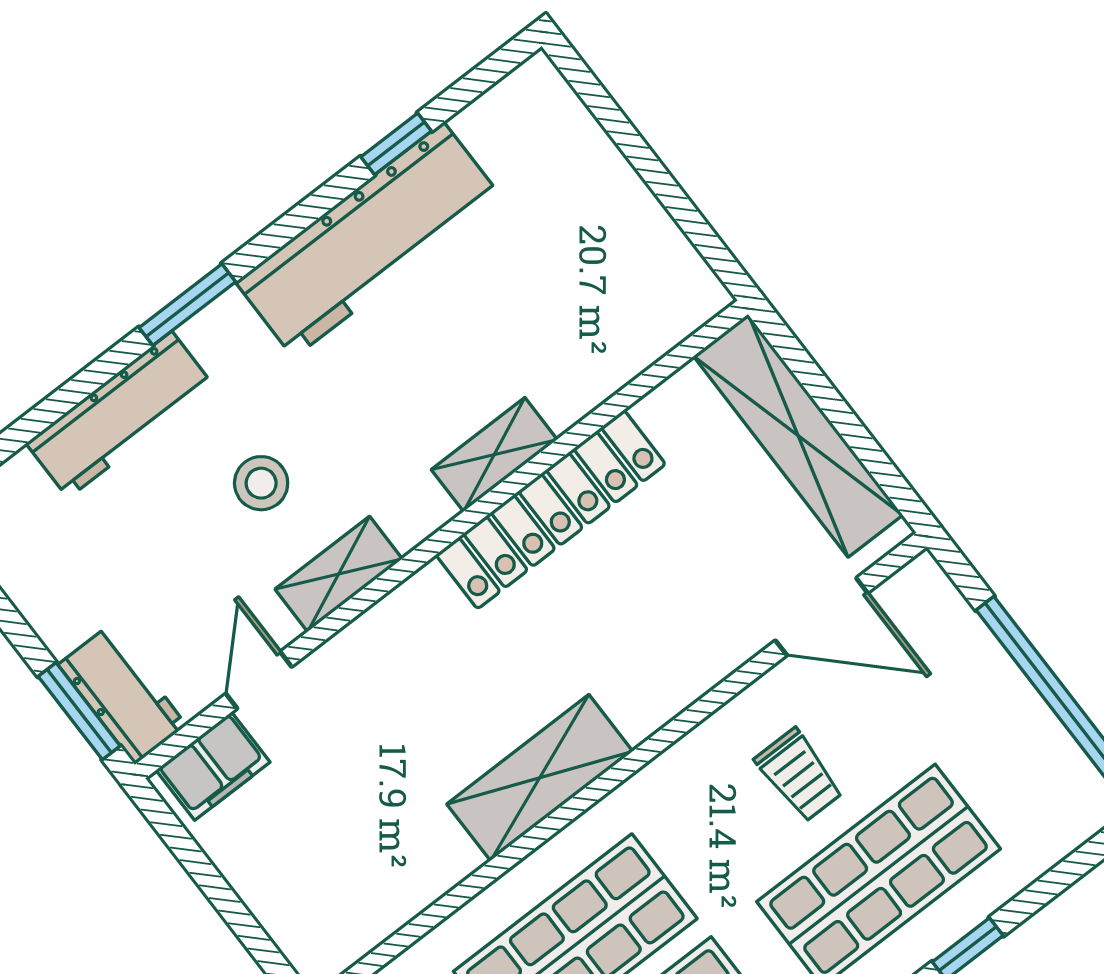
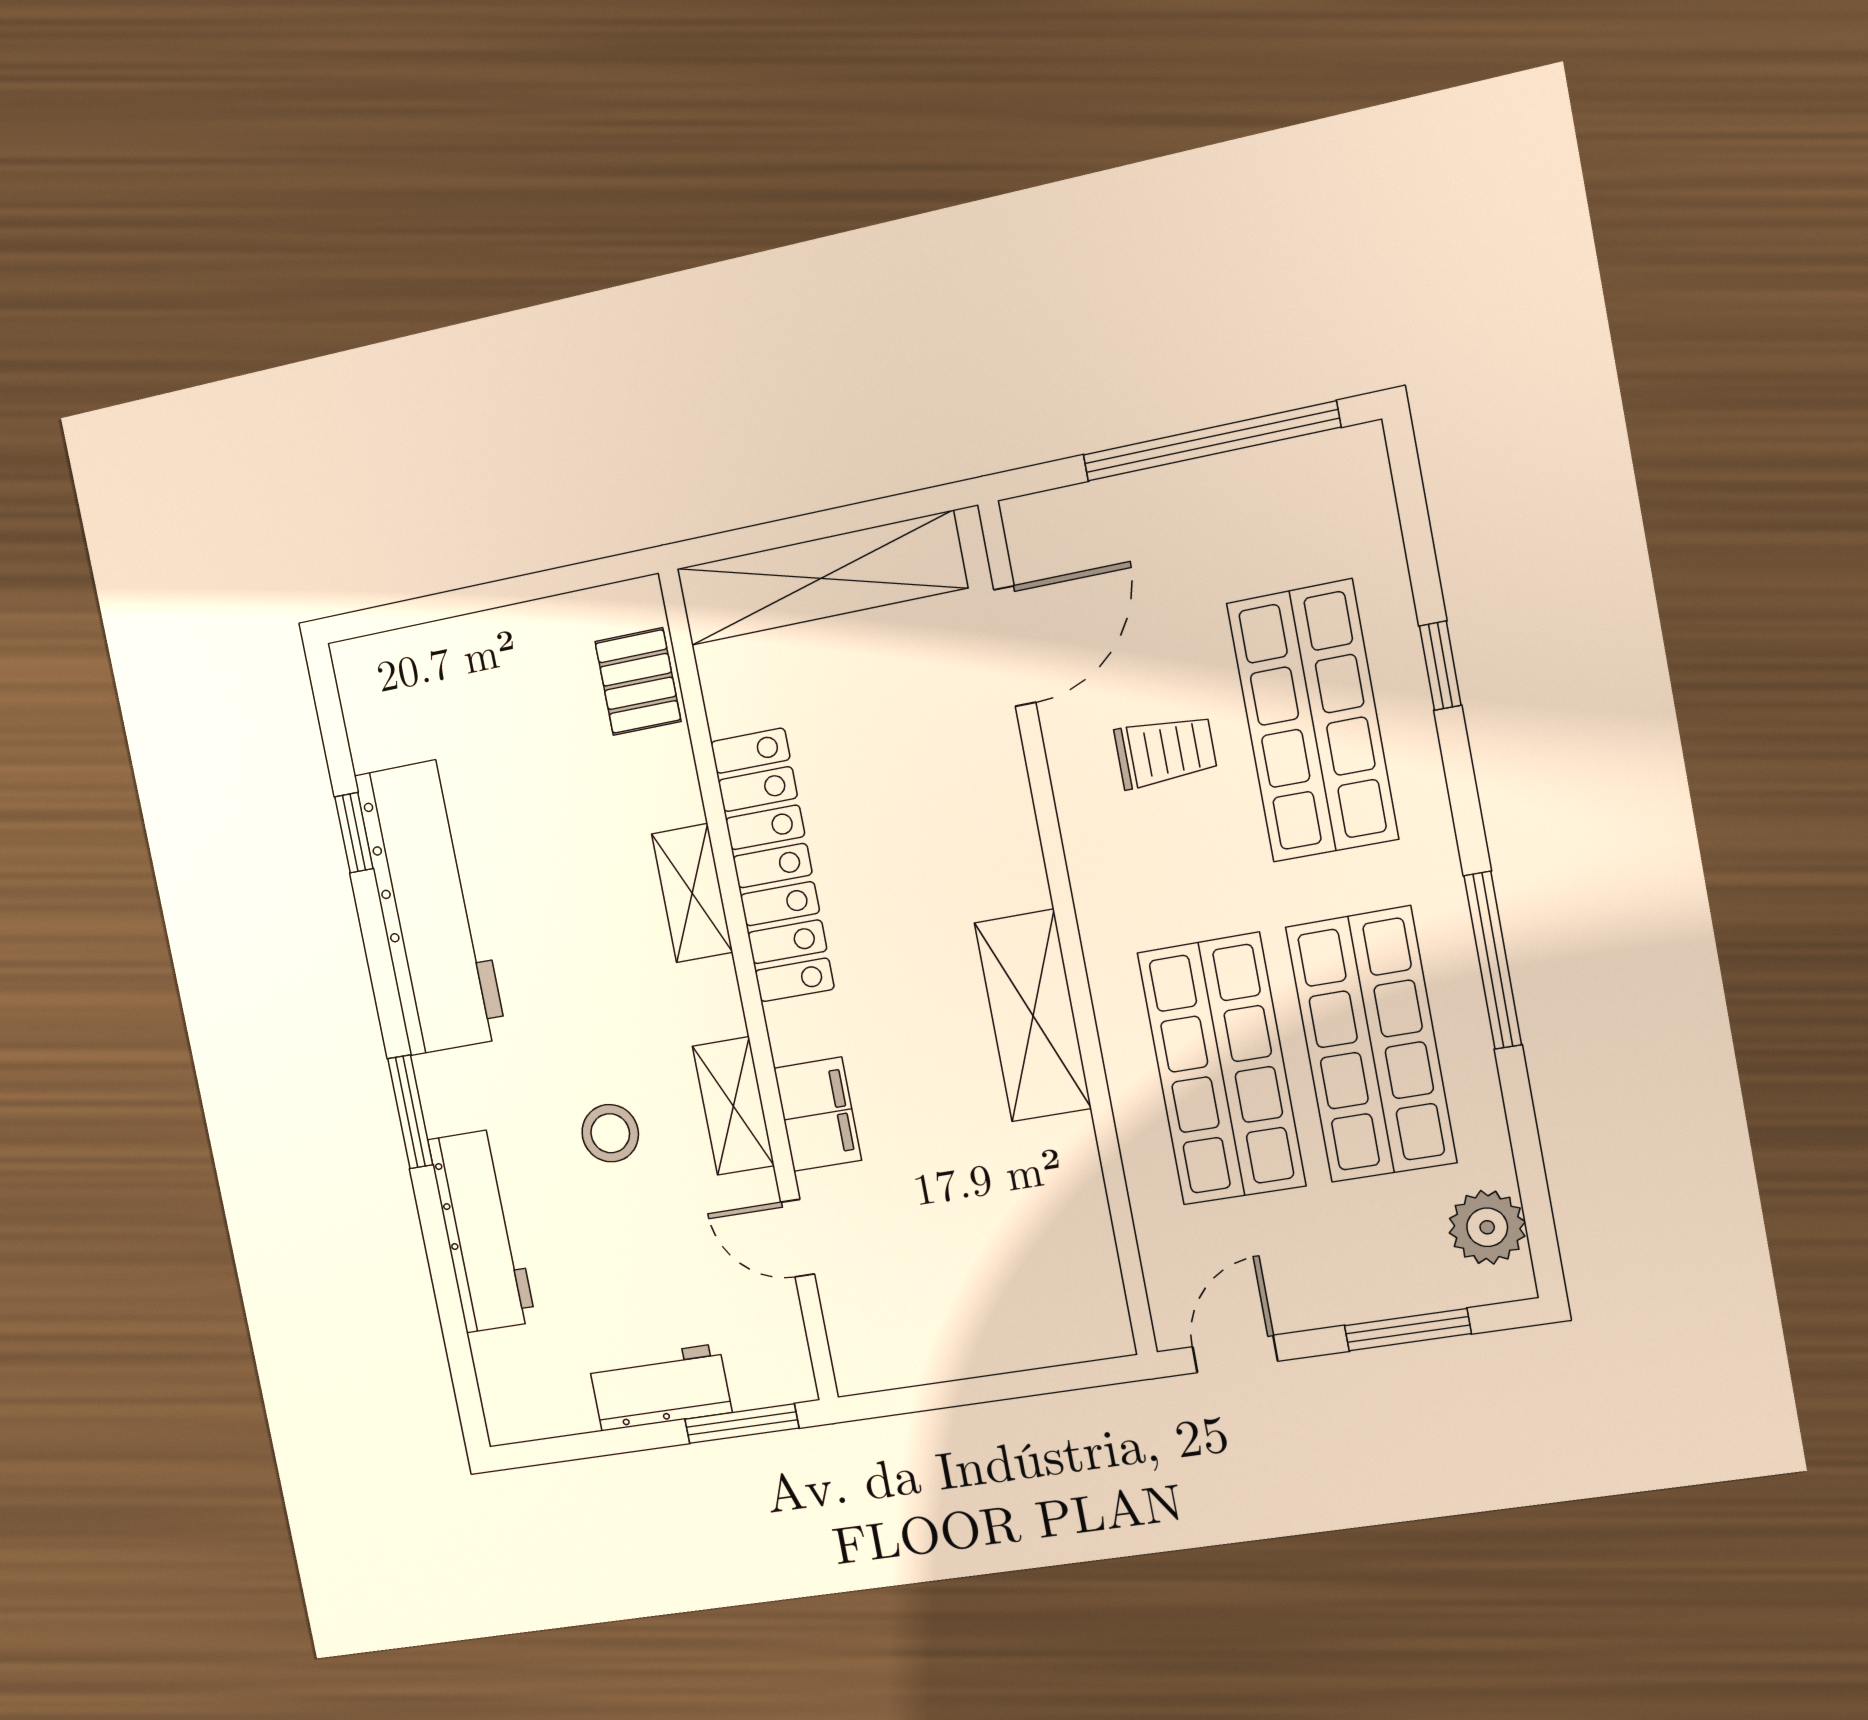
pallet: (642, 326) -> (638, 682), added
workbench: (122, 695) -> (660, 1387), moved
filing cabinet: (213, 766) -> (818, 1114), moved

